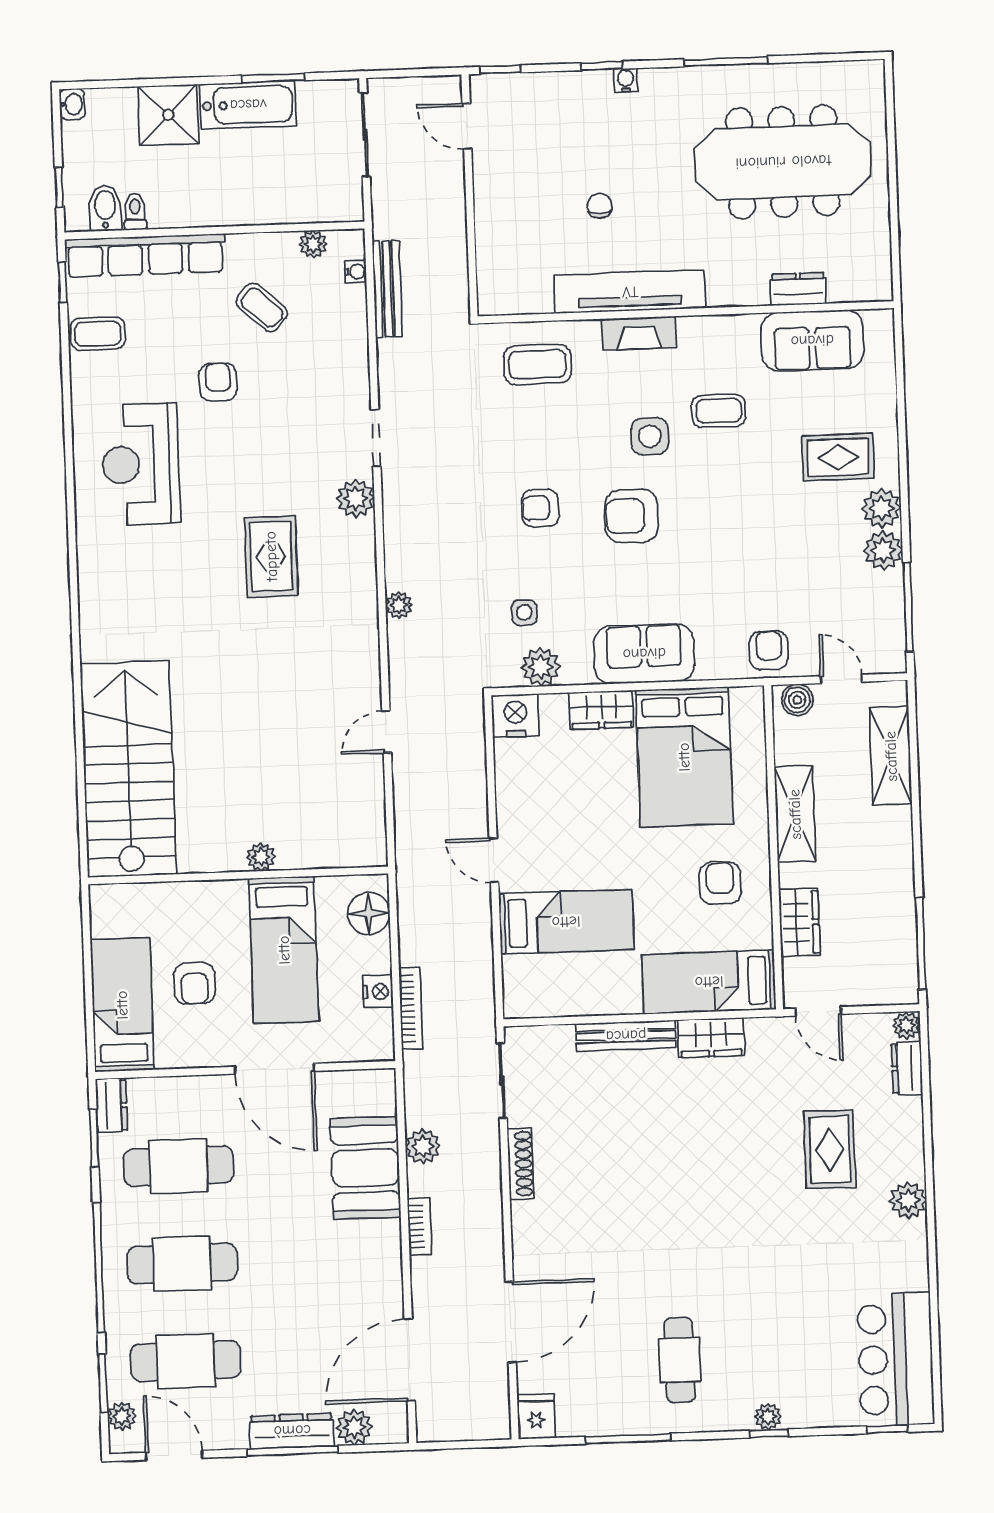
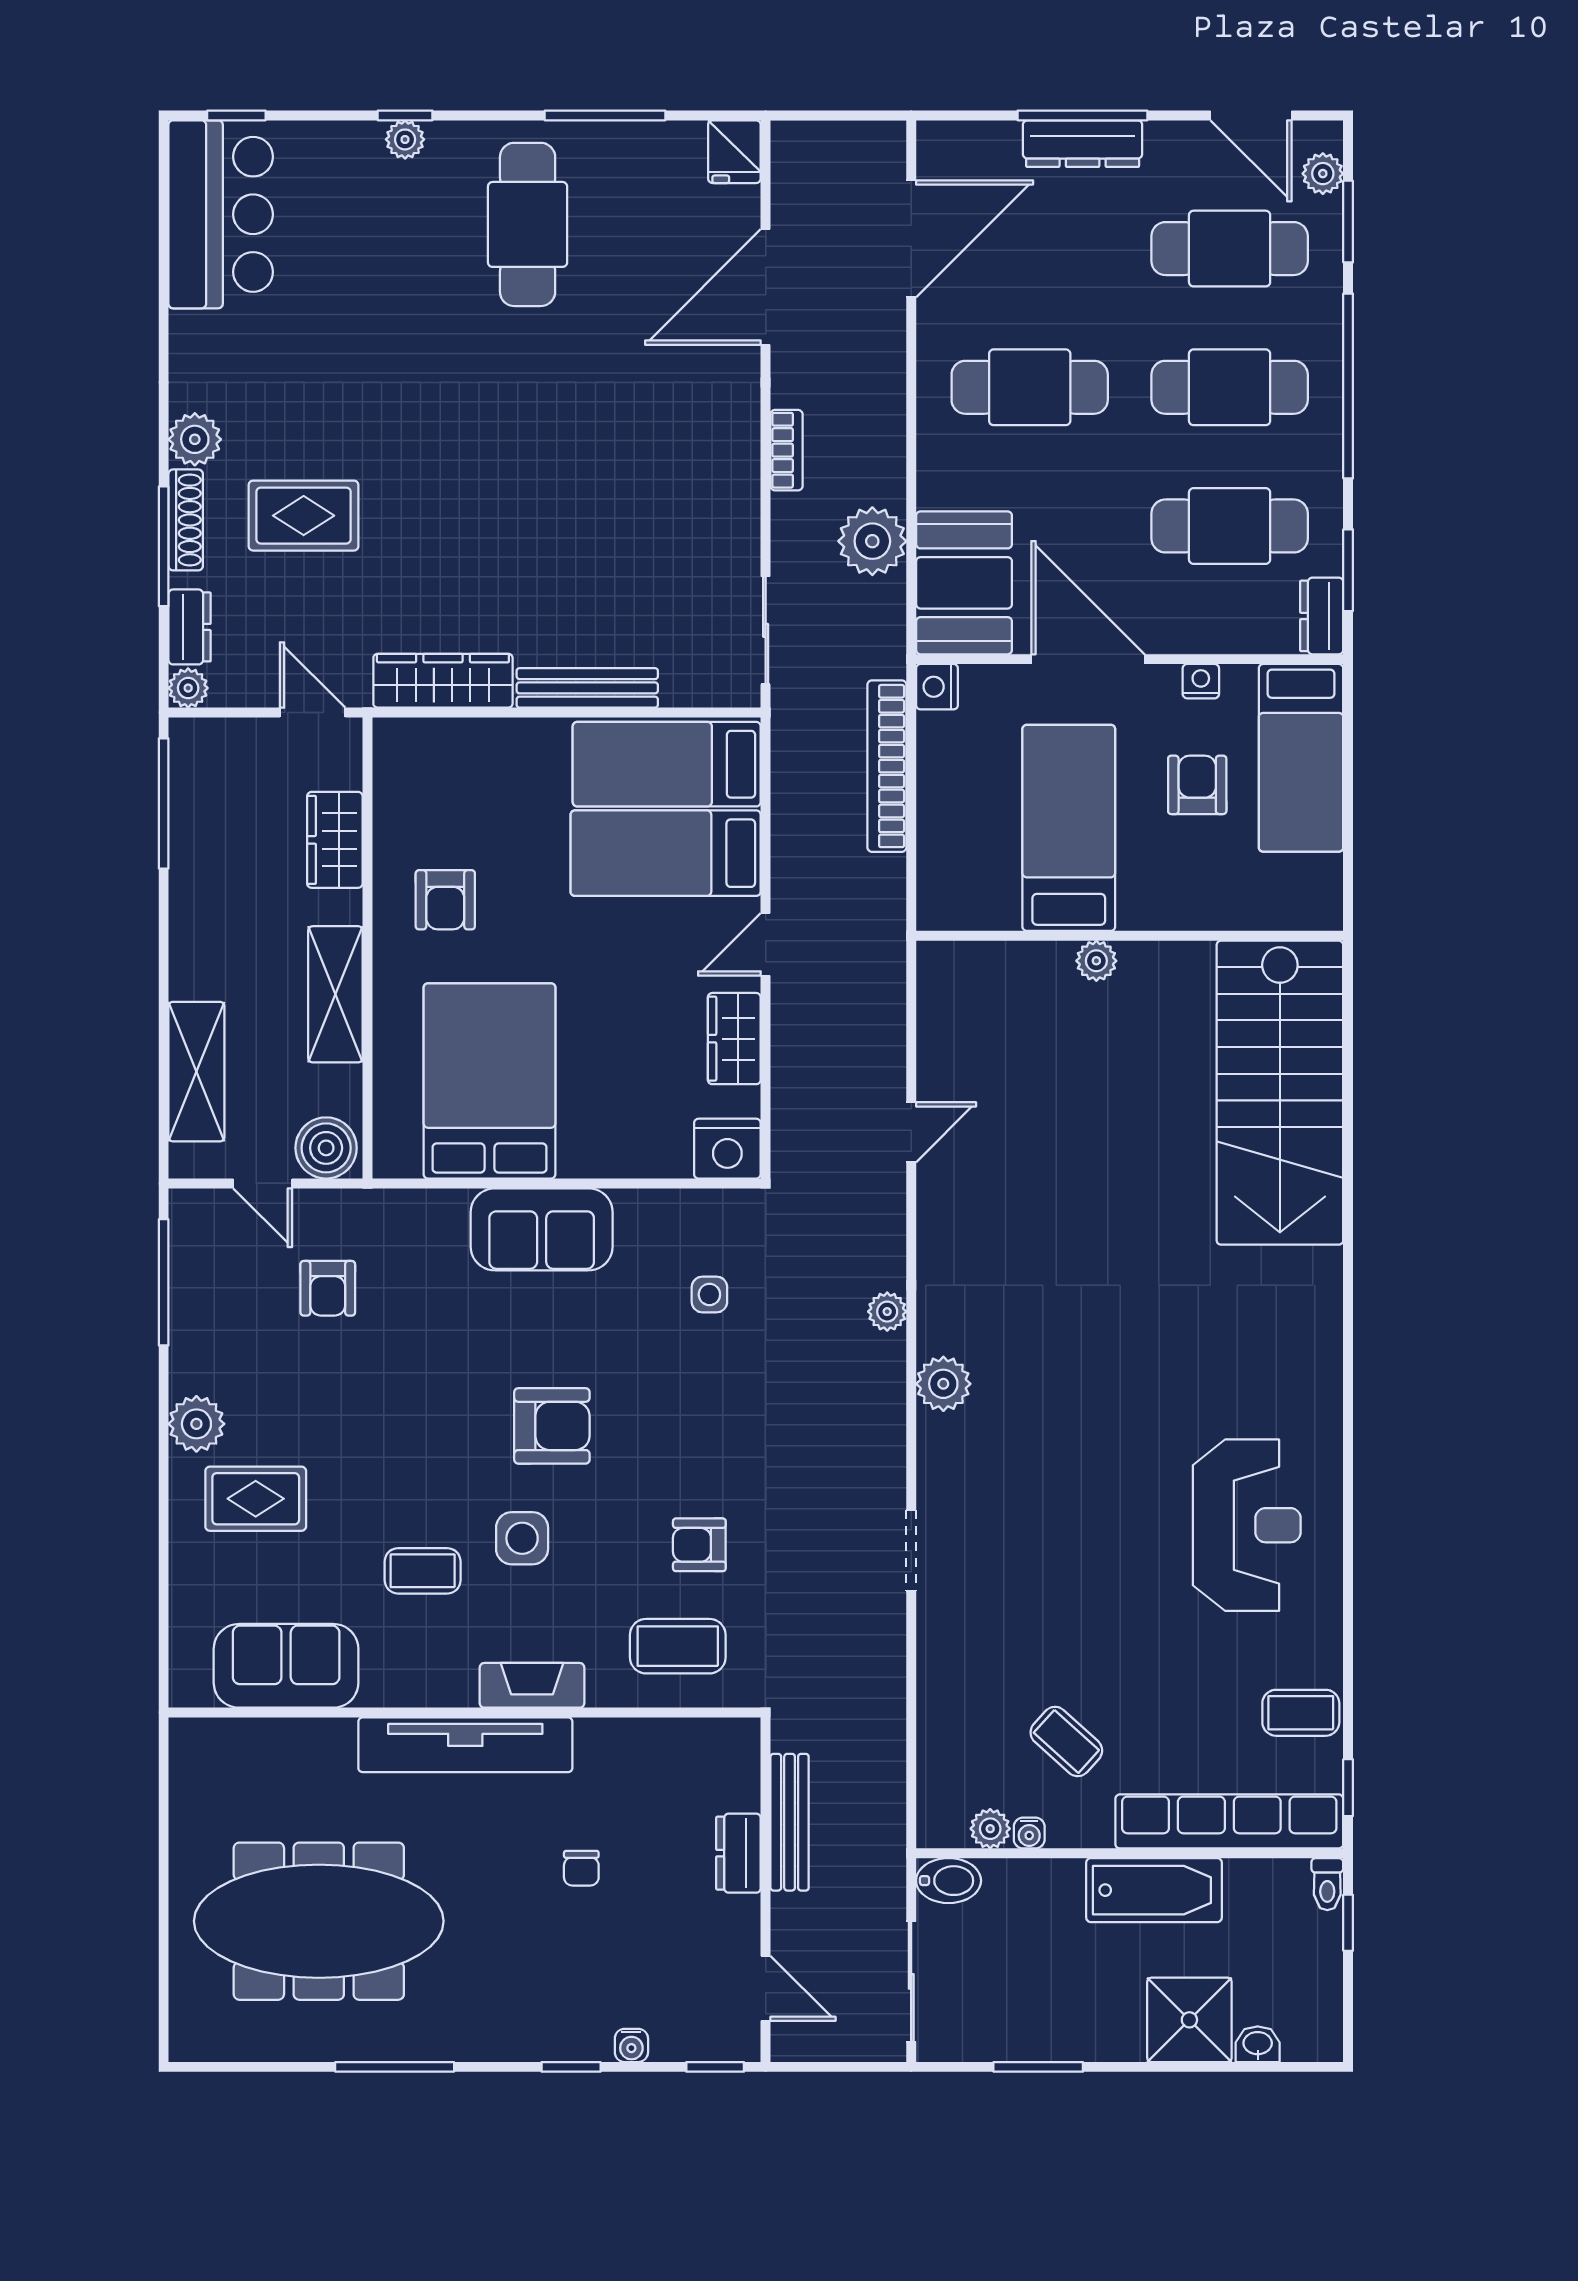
water cooler: (626, 80) -> (631, 2045), moved
washbasin: (72, 104) -> (1258, 2044), moved, turned 90
bathtub: (248, 105) -> (1154, 1890), moved, turned 180
bidet: (105, 208) -> (949, 1881), moved, turned -90
toilet: (135, 212) -> (1327, 1884), moved
water cooler: (355, 272) -> (1029, 1833), moved, turned -90
bench: (387, 289) -> (790, 1822), moved
dresser: (798, 289) -> (738, 1853), moved, turned 90
tv unit: (630, 292) -> (465, 1745), moved
armchair: (218, 382) -> (1133, 1638), removed
plant: (355, 498) -> (943, 1384), moved
armchair: (540, 508) -> (699, 1545), moved, turned 180
plant: (883, 550) -> (196, 1364), removed
rug: (271, 556) -> (1066, 1387), removed
armchair: (769, 650) -> (328, 1288), moved
plant: (541, 667) -> (689, 1216), removed
boiler: (797, 700) -> (326, 1148), width x1.36, depth x1.36
wardrobe: (601, 710) -> (734, 1039), moved, turned -90
door: (494, 860) -> (766, 944), swing flipped
floor lamp: (369, 914) -> (946, 875), removed
bed: (709, 982) -> (667, 764), moved, turned 180
nightstand: (378, 992) -> (937, 687), moved
bookcase: (411, 1008) -> (887, 766), width x1.48, depth x1.31
wardrobe: (711, 1038) -> (443, 681), width x1.50
nightstand: (195, 1056) -> (1201, 681), added
window: (927, 1124) -> (164, 546), added
plant: (423, 1146) -> (872, 541), width x1.36, depth x1.36
rug: (830, 1150) -> (304, 516), turned 90
shoe rack: (520, 1164) -> (186, 520), moved, turned 180
booth: (365, 1168) -> (964, 583), moved
bookcase: (420, 1227) -> (787, 450), moved, turned 180
cafe table: (323, 1258) -> (1030, 387), added
cafe table: (680, 1360) -> (528, 224), width x1.37, depth x1.35
plant: (354, 1427) -> (994, 146), removed

